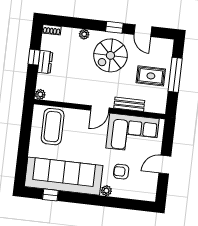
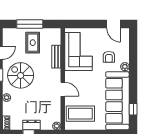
spiral stairs: (110, 55) -> (21, 75), turned 180
door: (100, 109) -> (63, 89), moved
door: (165, 165) -> (114, 24), moved

